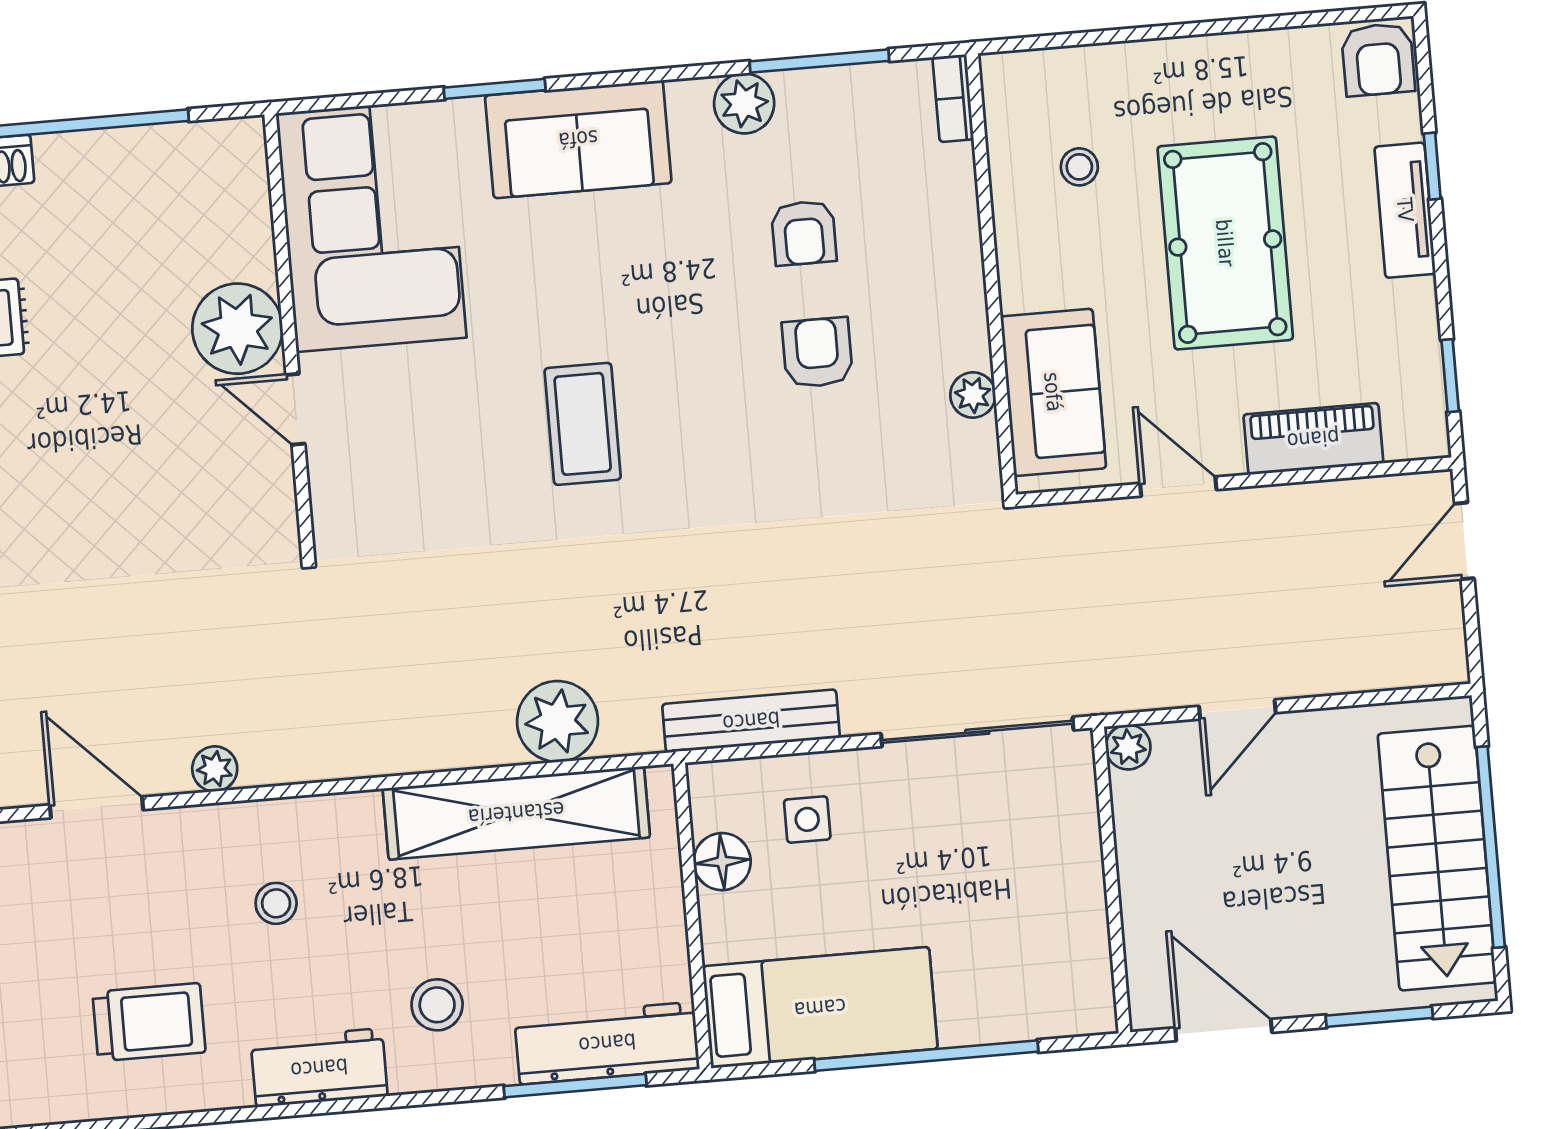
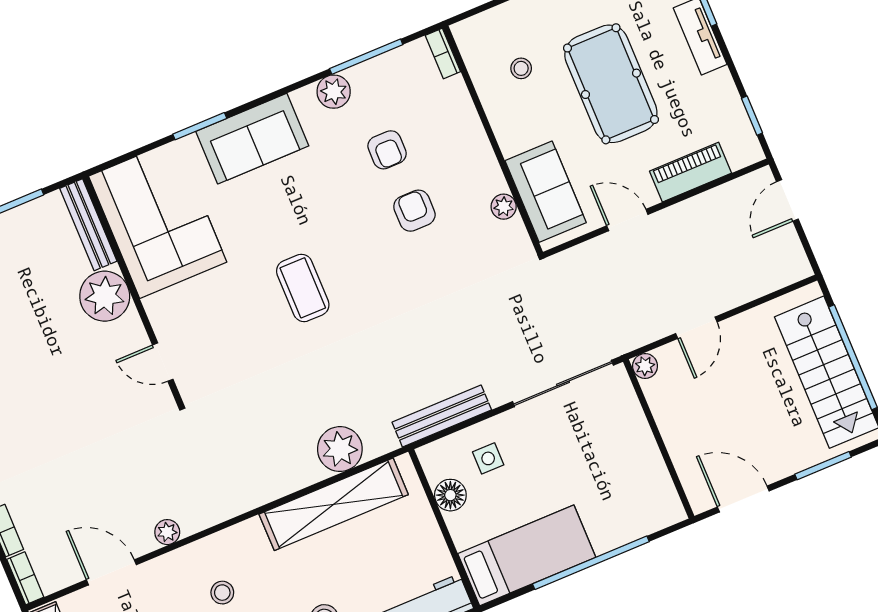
bench: (249, 197) -> (88, 225), added
door: (295, 409) -> (163, 362), moved

